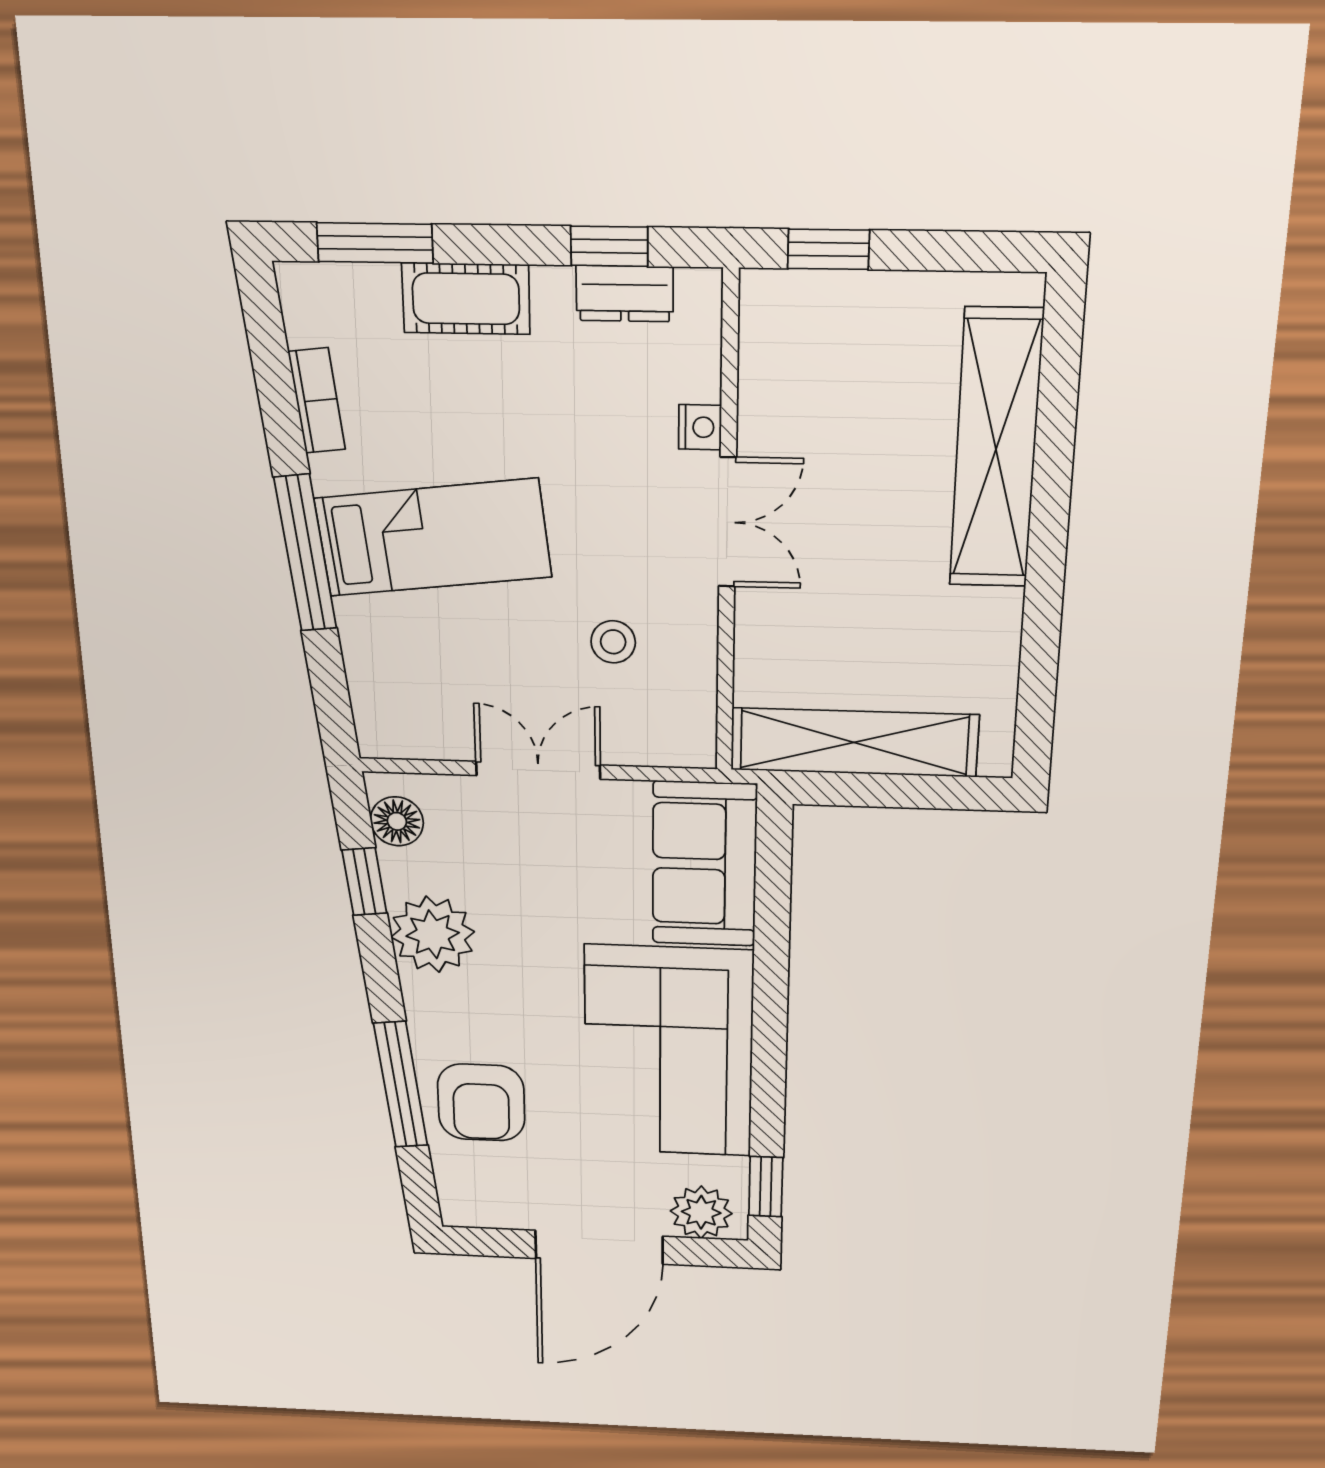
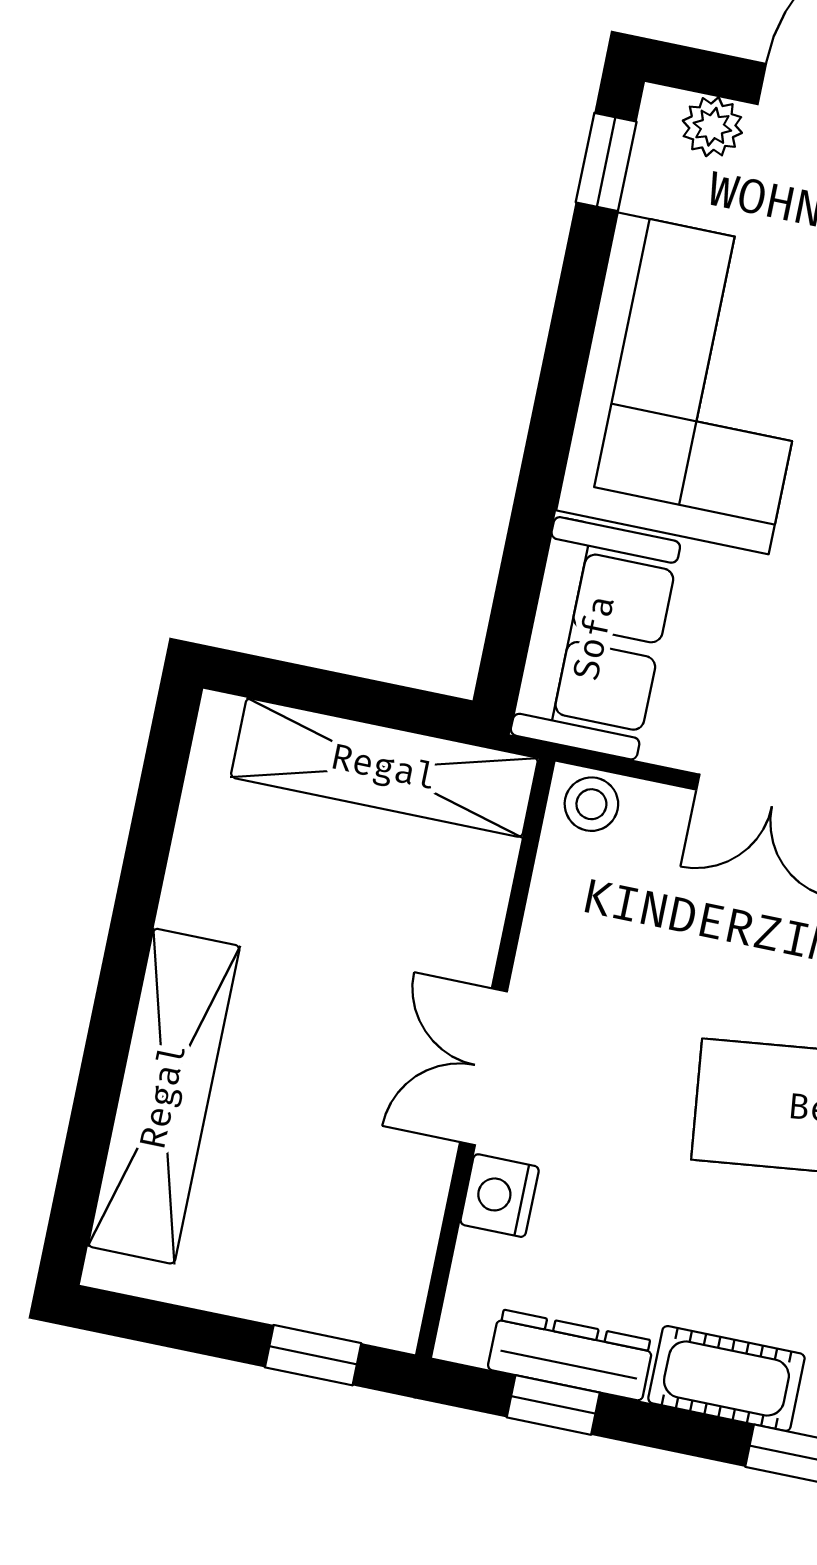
dresser: (625, 294) -> (571, 1355), width x1.44
nightstand: (700, 427) -> (500, 1196), width x1.39, depth x1.35
stool: (613, 642) -> (591, 804), moved
plant: (701, 1212) -> (712, 127), width x0.73, depth x0.73

